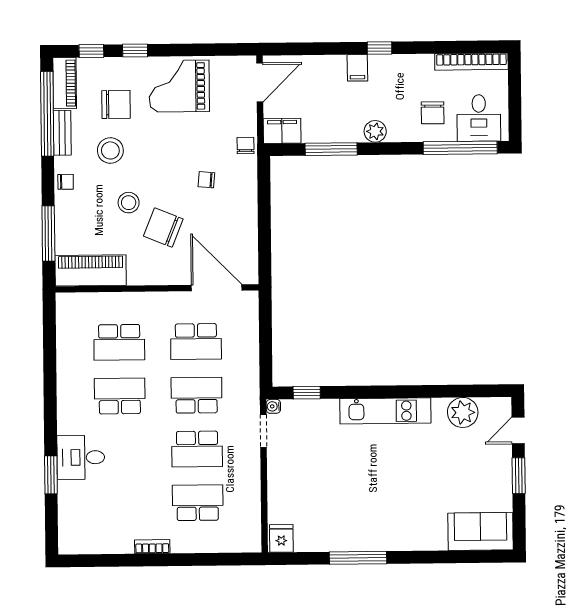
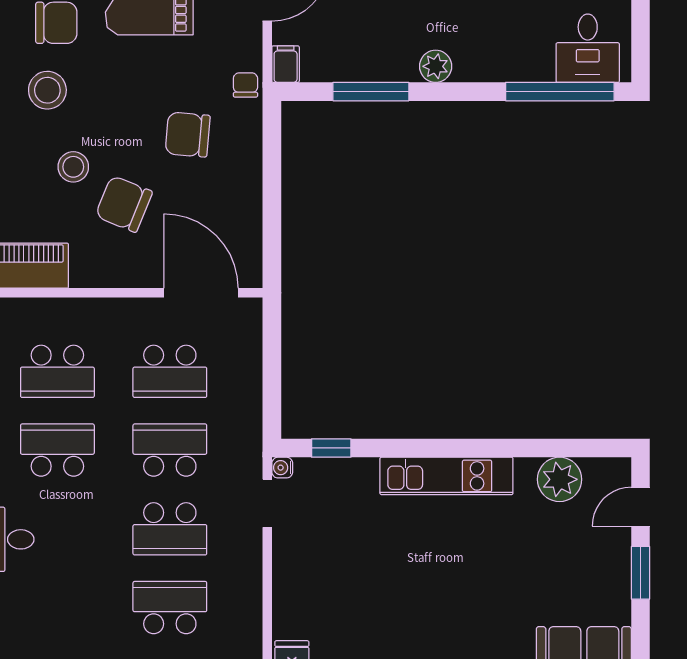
chair: (433, 113) -> (520, 40), removed
filing cabinet: (282, 131) -> (286, 64), width x0.50
chair: (206, 180) -> (188, 135), width x1.87, depth x1.87

